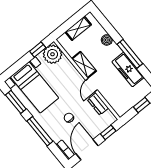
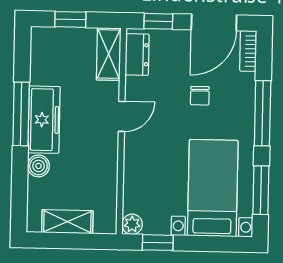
plant: (53, 54) -> (132, 224), width x0.53, depth x0.53
shelving: (84, 65) -> (109, 54), moved
freezer: (128, 70) -> (44, 120), moved
dresser: (98, 104) -> (137, 55), moved

